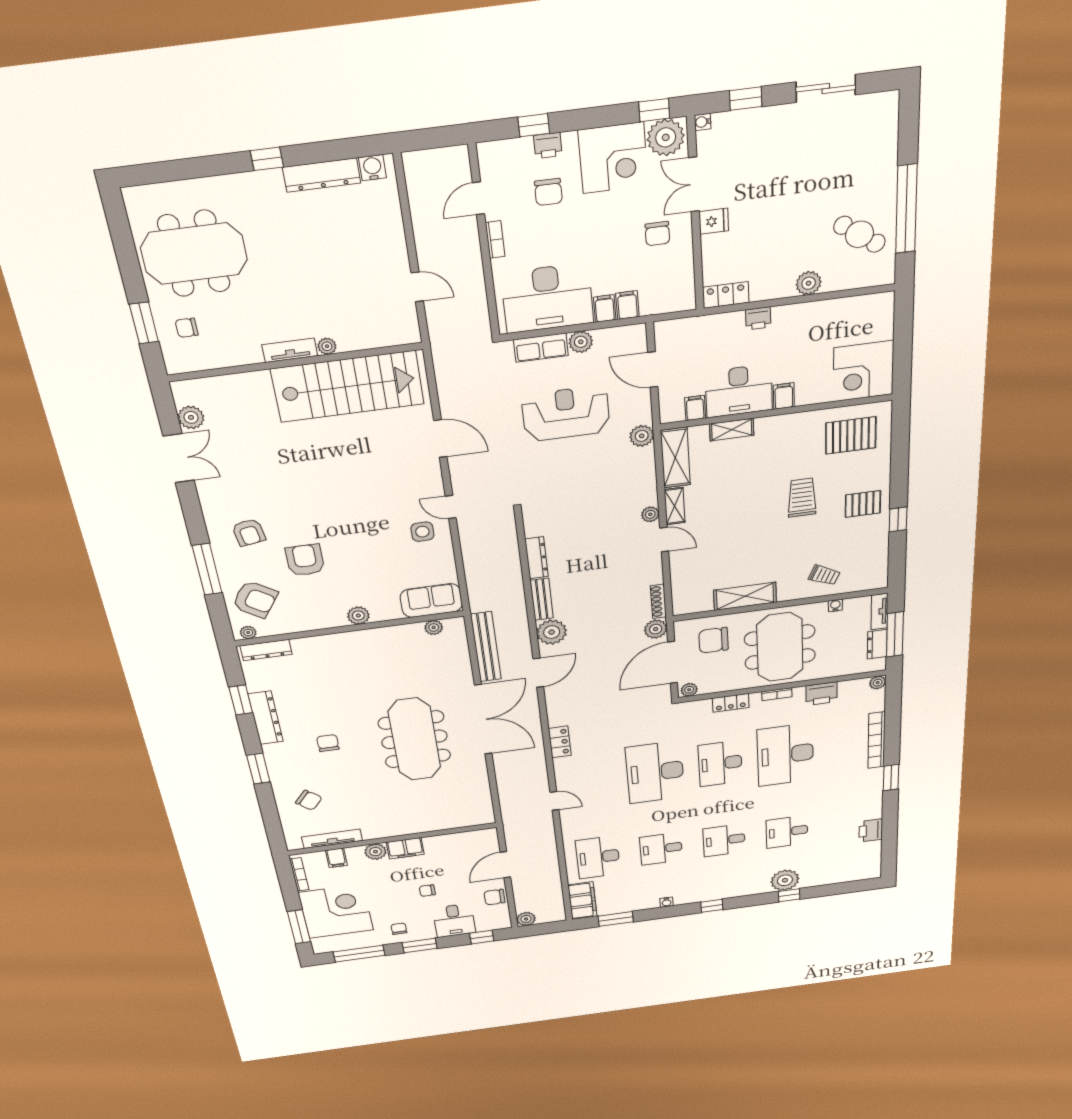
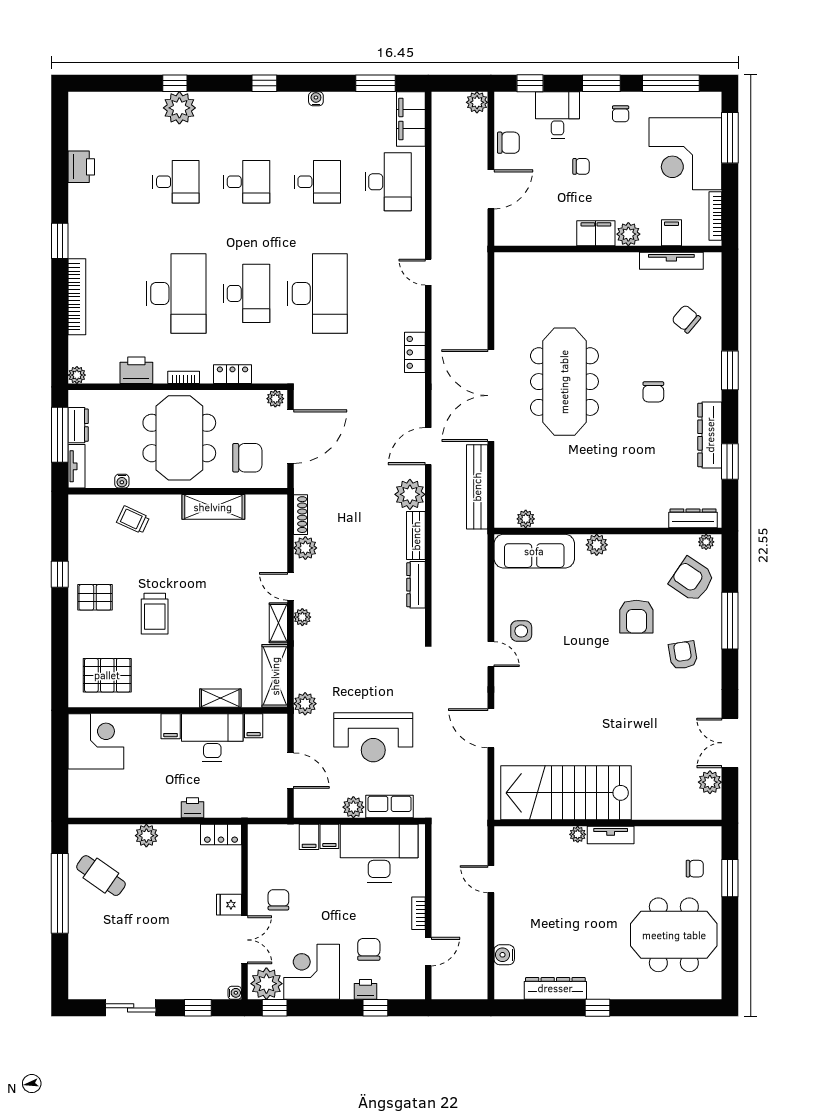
water cooler: (372, 168) -> (504, 955), moved, turned 90
sofa: (431, 601) -> (534, 551), width x1.36
plant: (656, 629) -> (305, 548), moved

